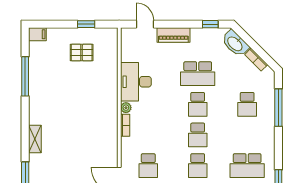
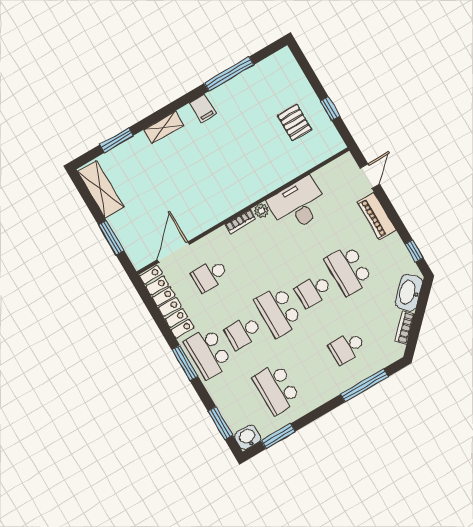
filing cabinet: (37, 34) -> (203, 108), moved
school desk: (198, 135) -> (278, 311), width x1.85

